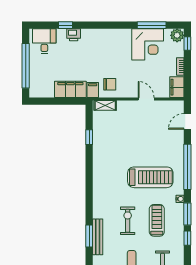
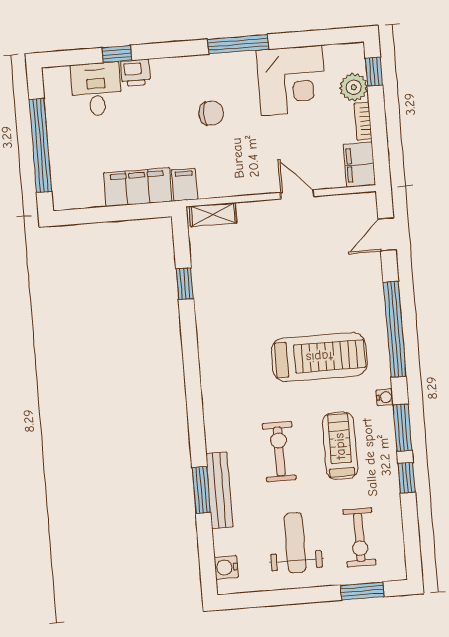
window: (152, 25) -> (238, 44), moved
plant: (177, 35) -> (354, 87), moved
desk: (44, 41) -> (96, 89), moved
chair: (110, 84) -> (211, 113), moved

